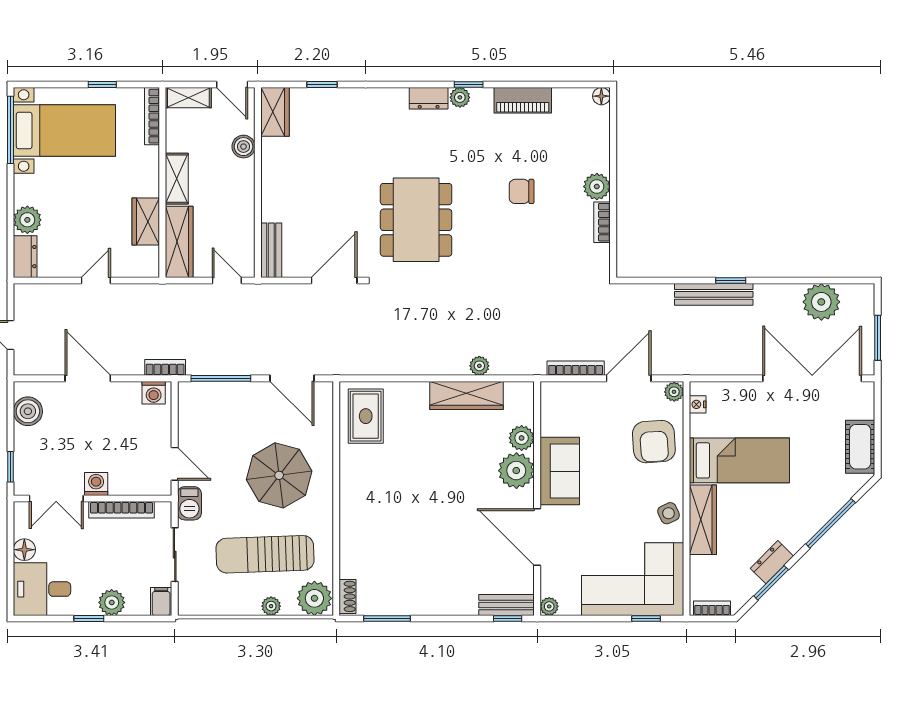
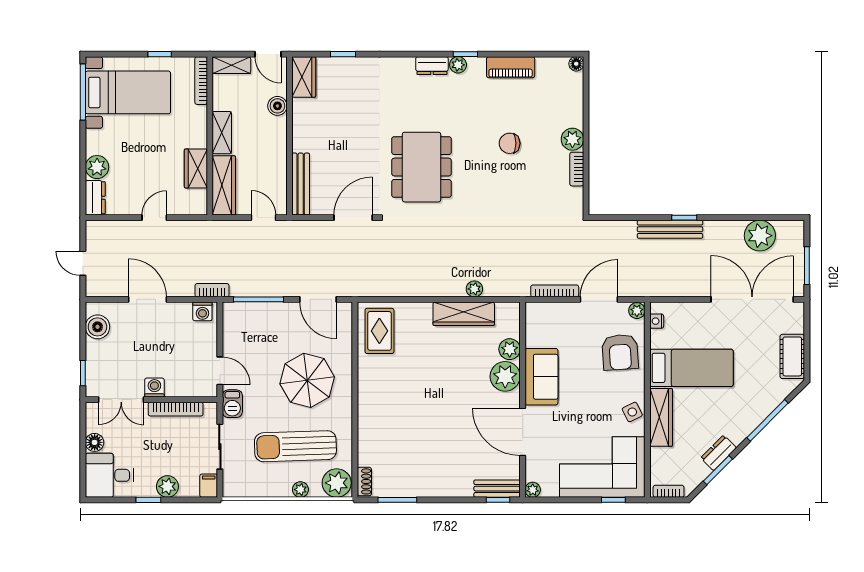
bench: (271, 250) -> (301, 184), width x1.36

